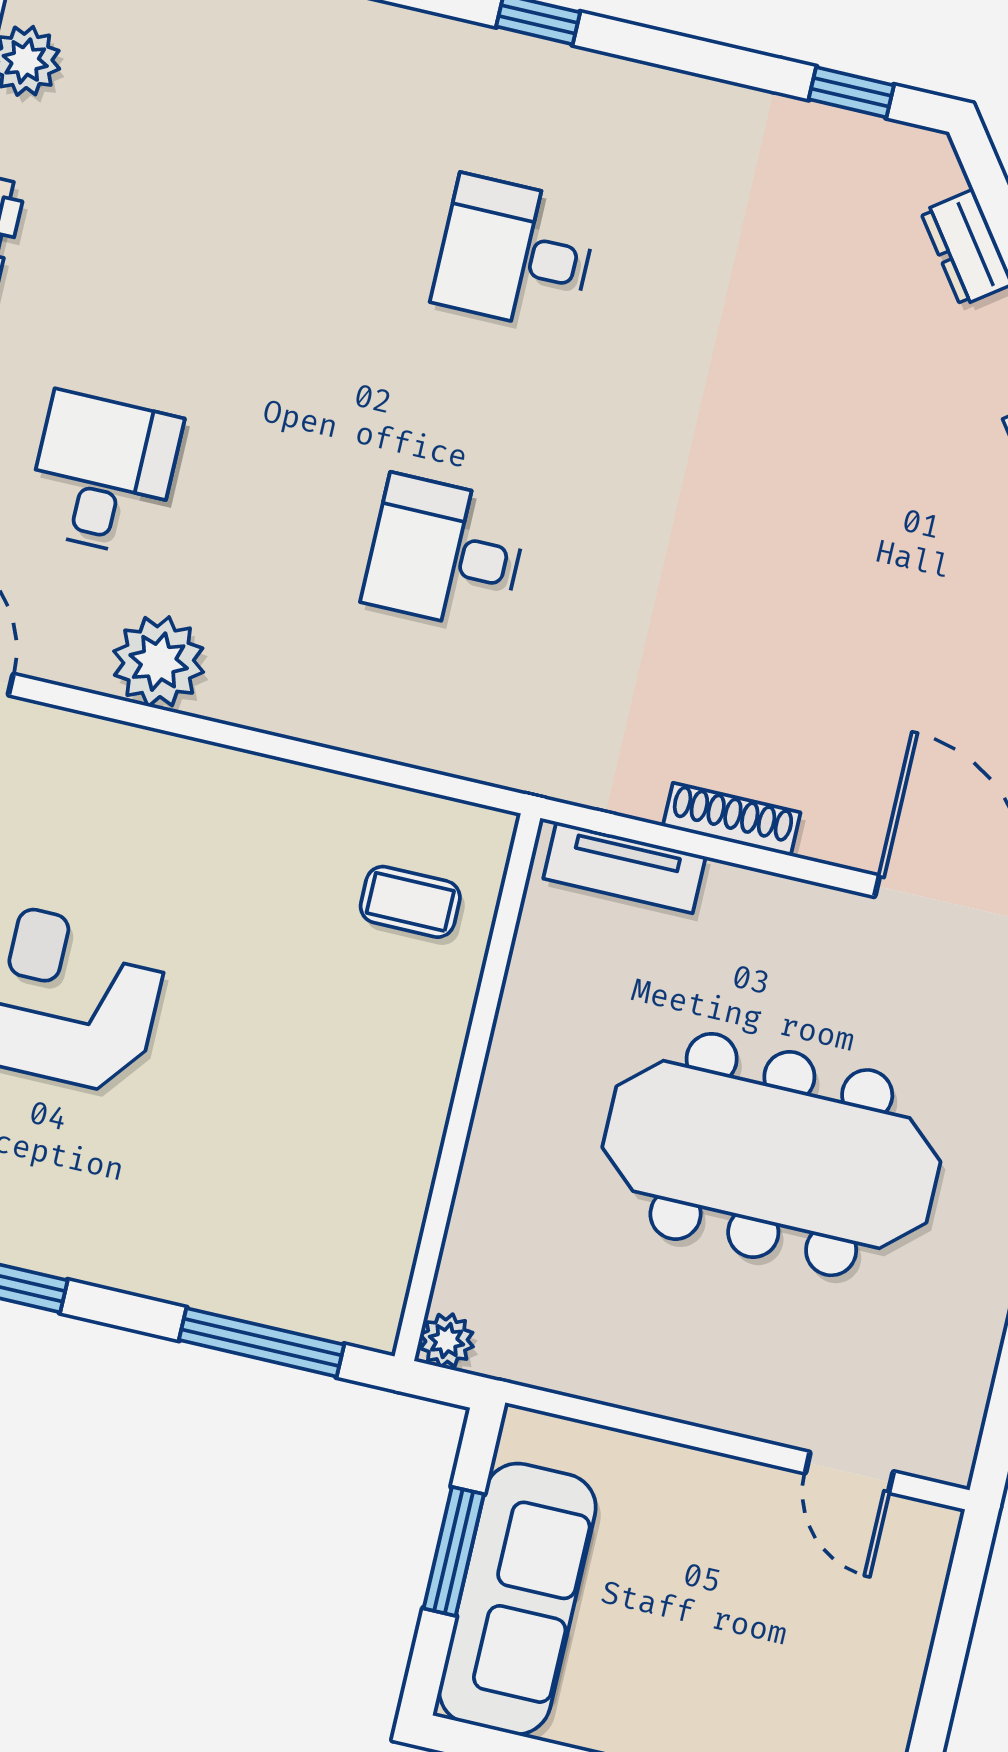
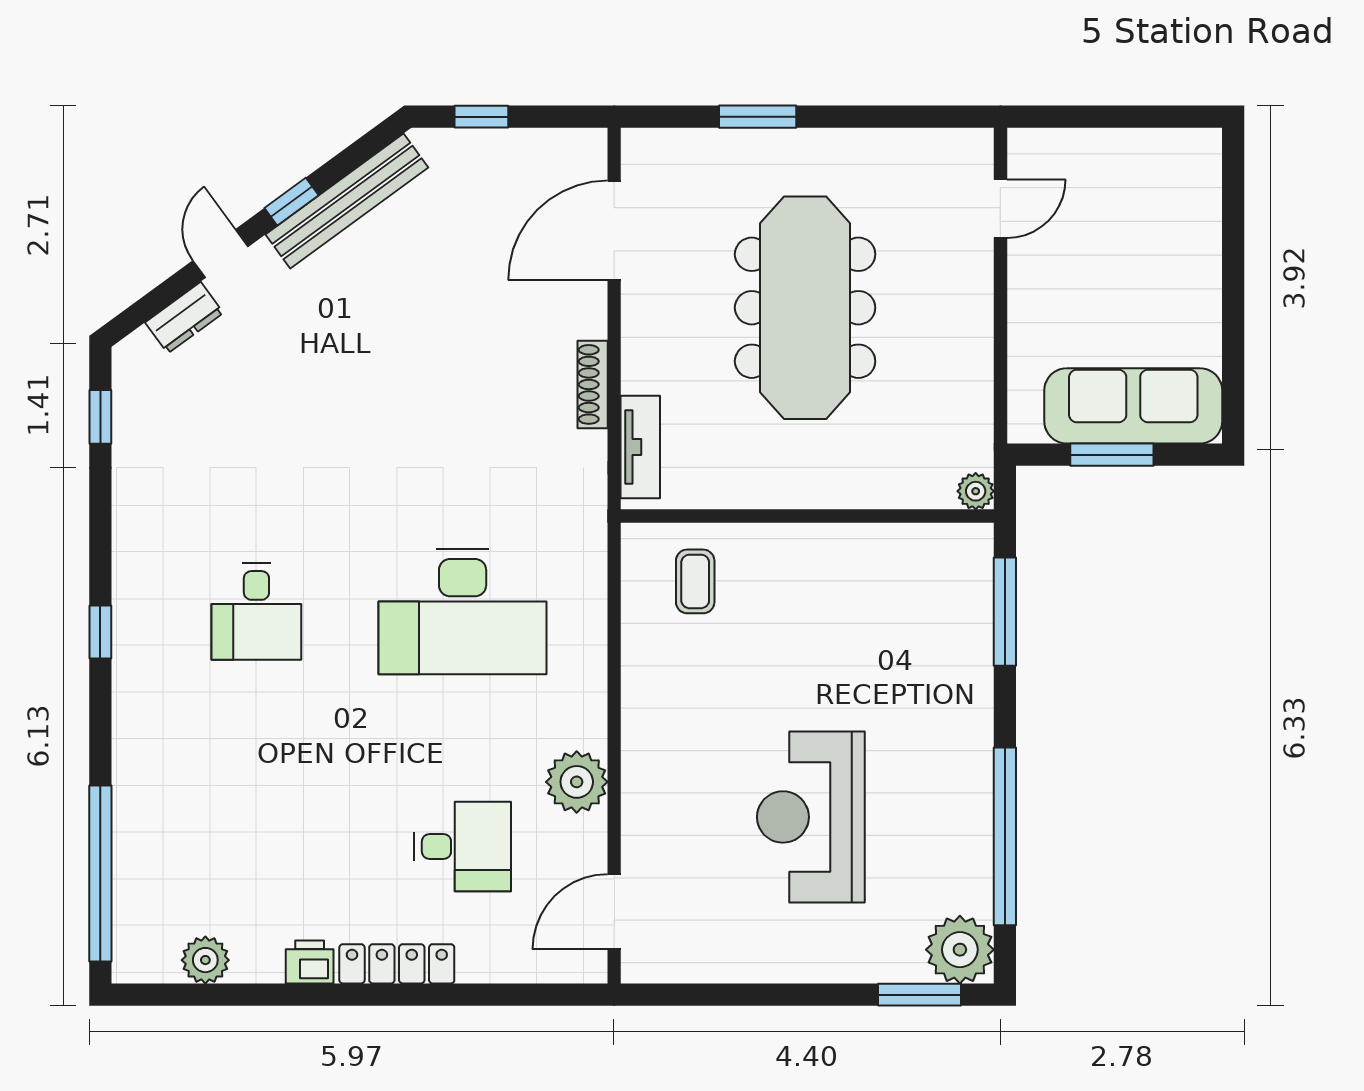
desk: (103, 474) -> (463, 846), turned 180
desk: (445, 553) -> (463, 612), width x1.87, depth x1.30

